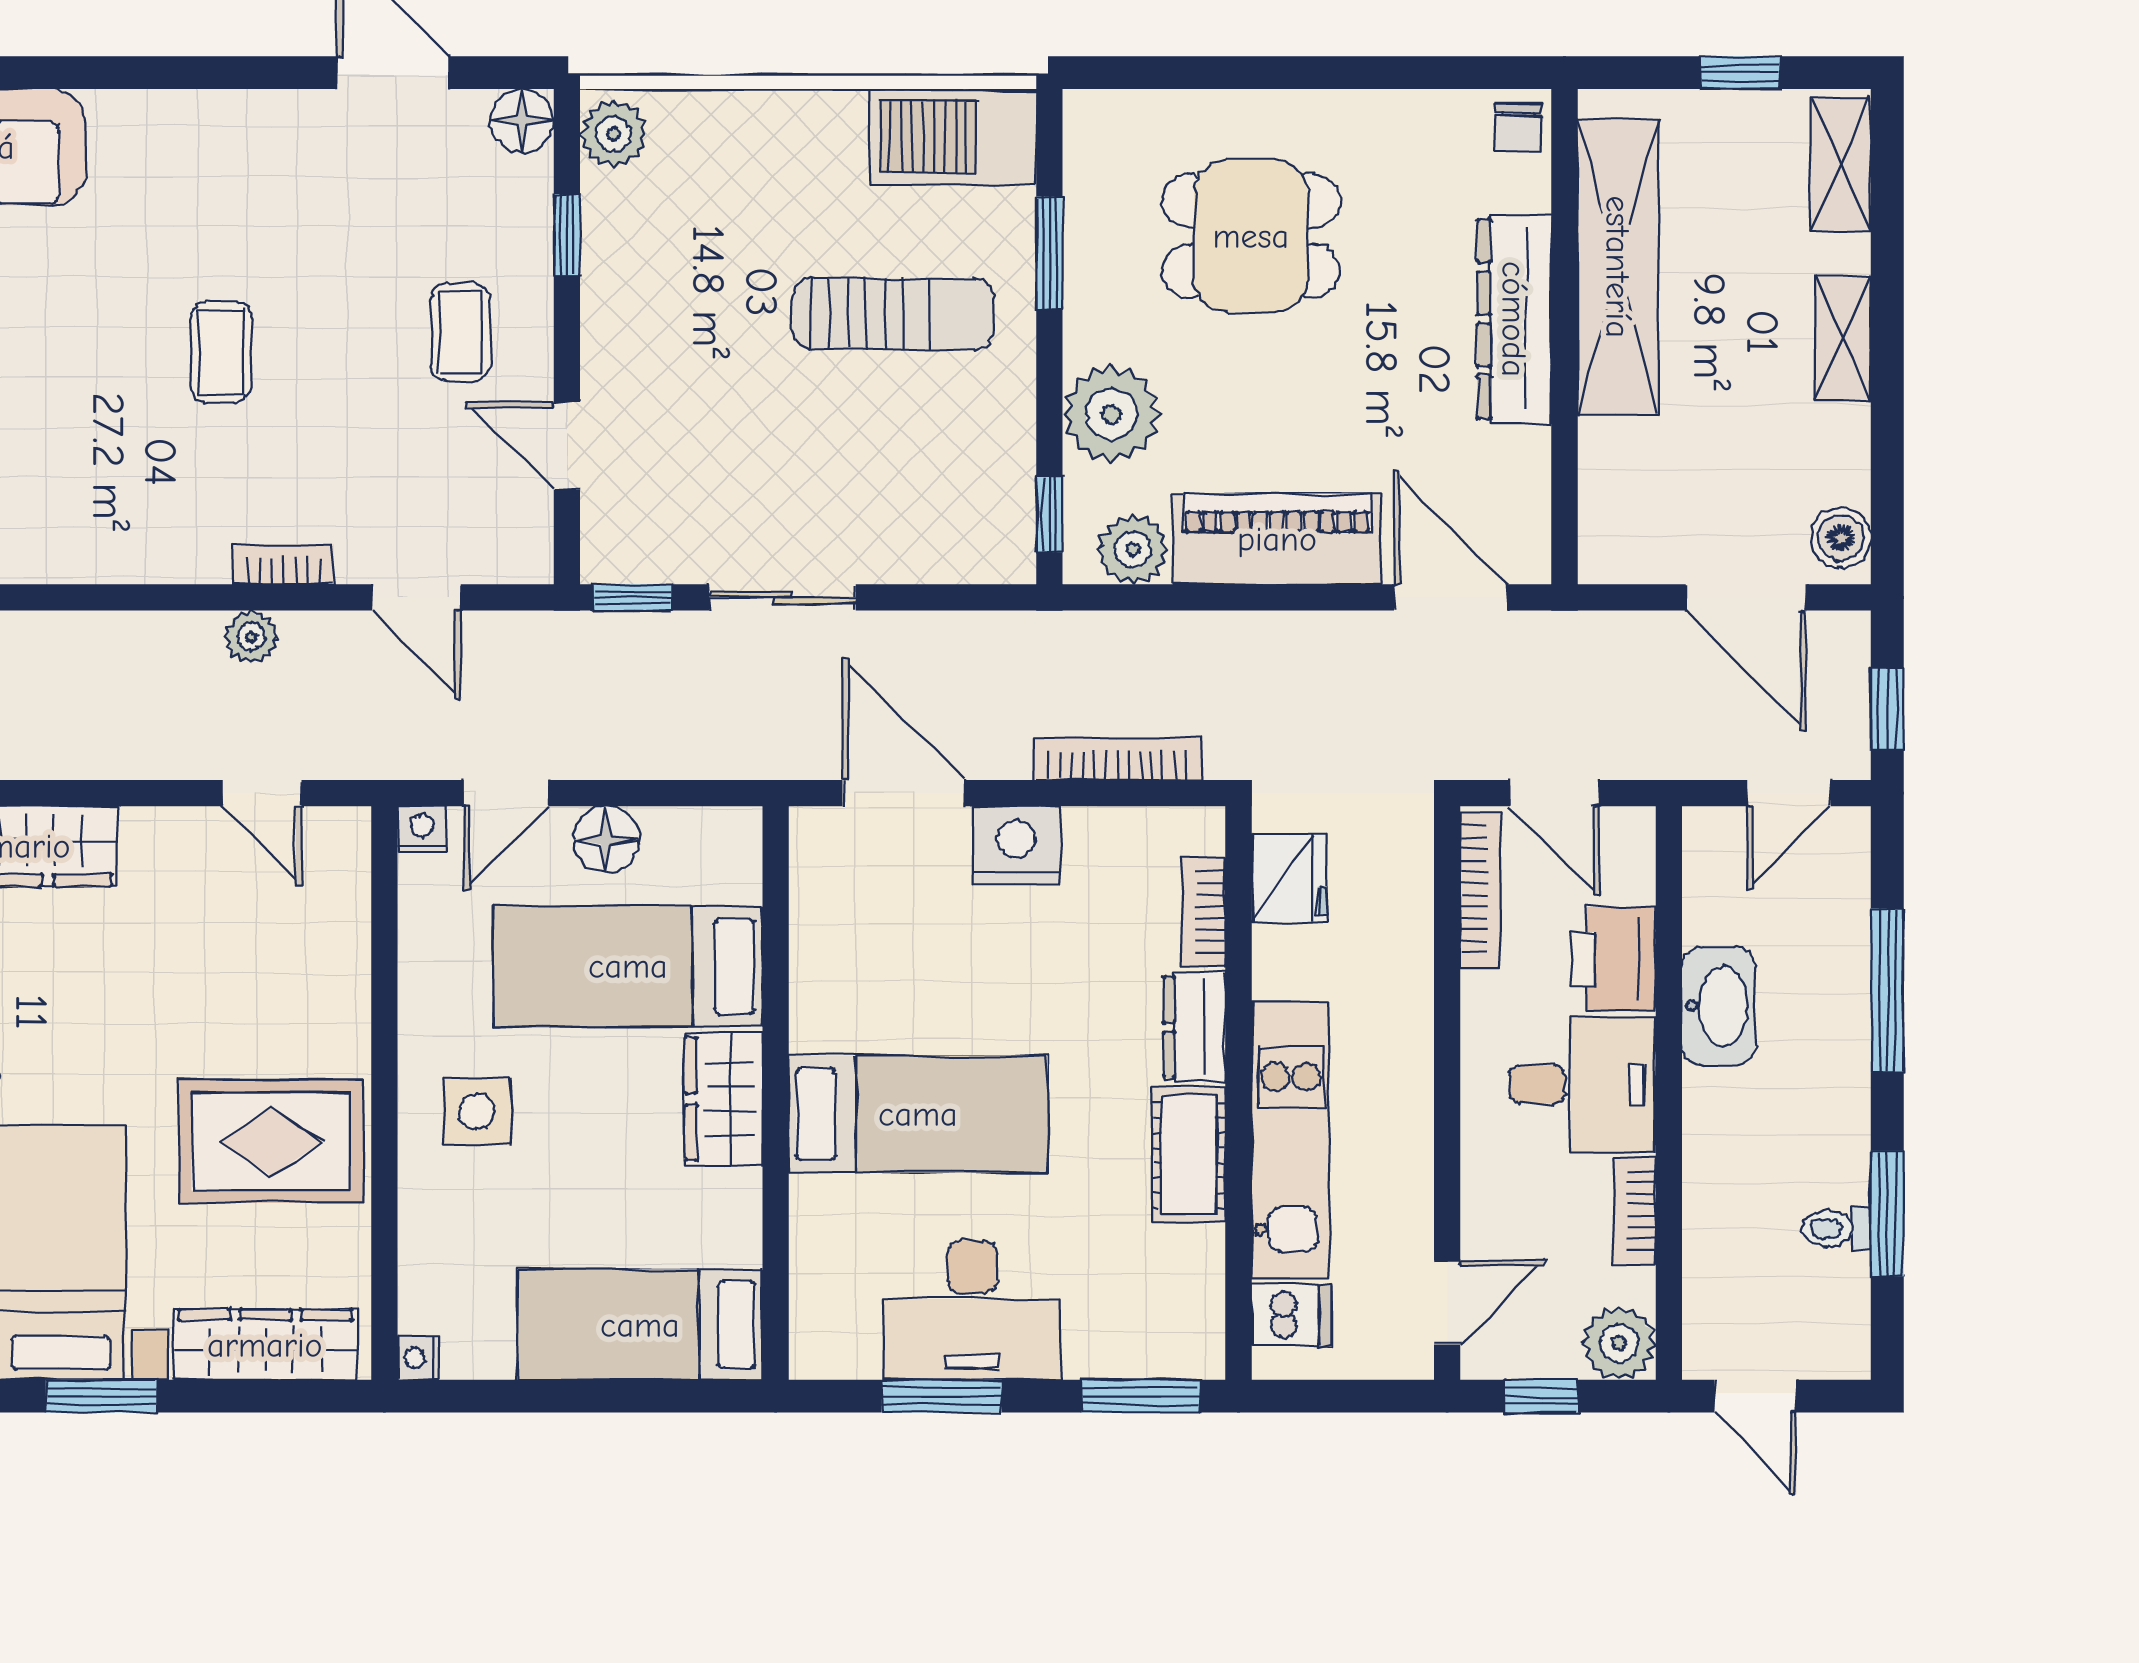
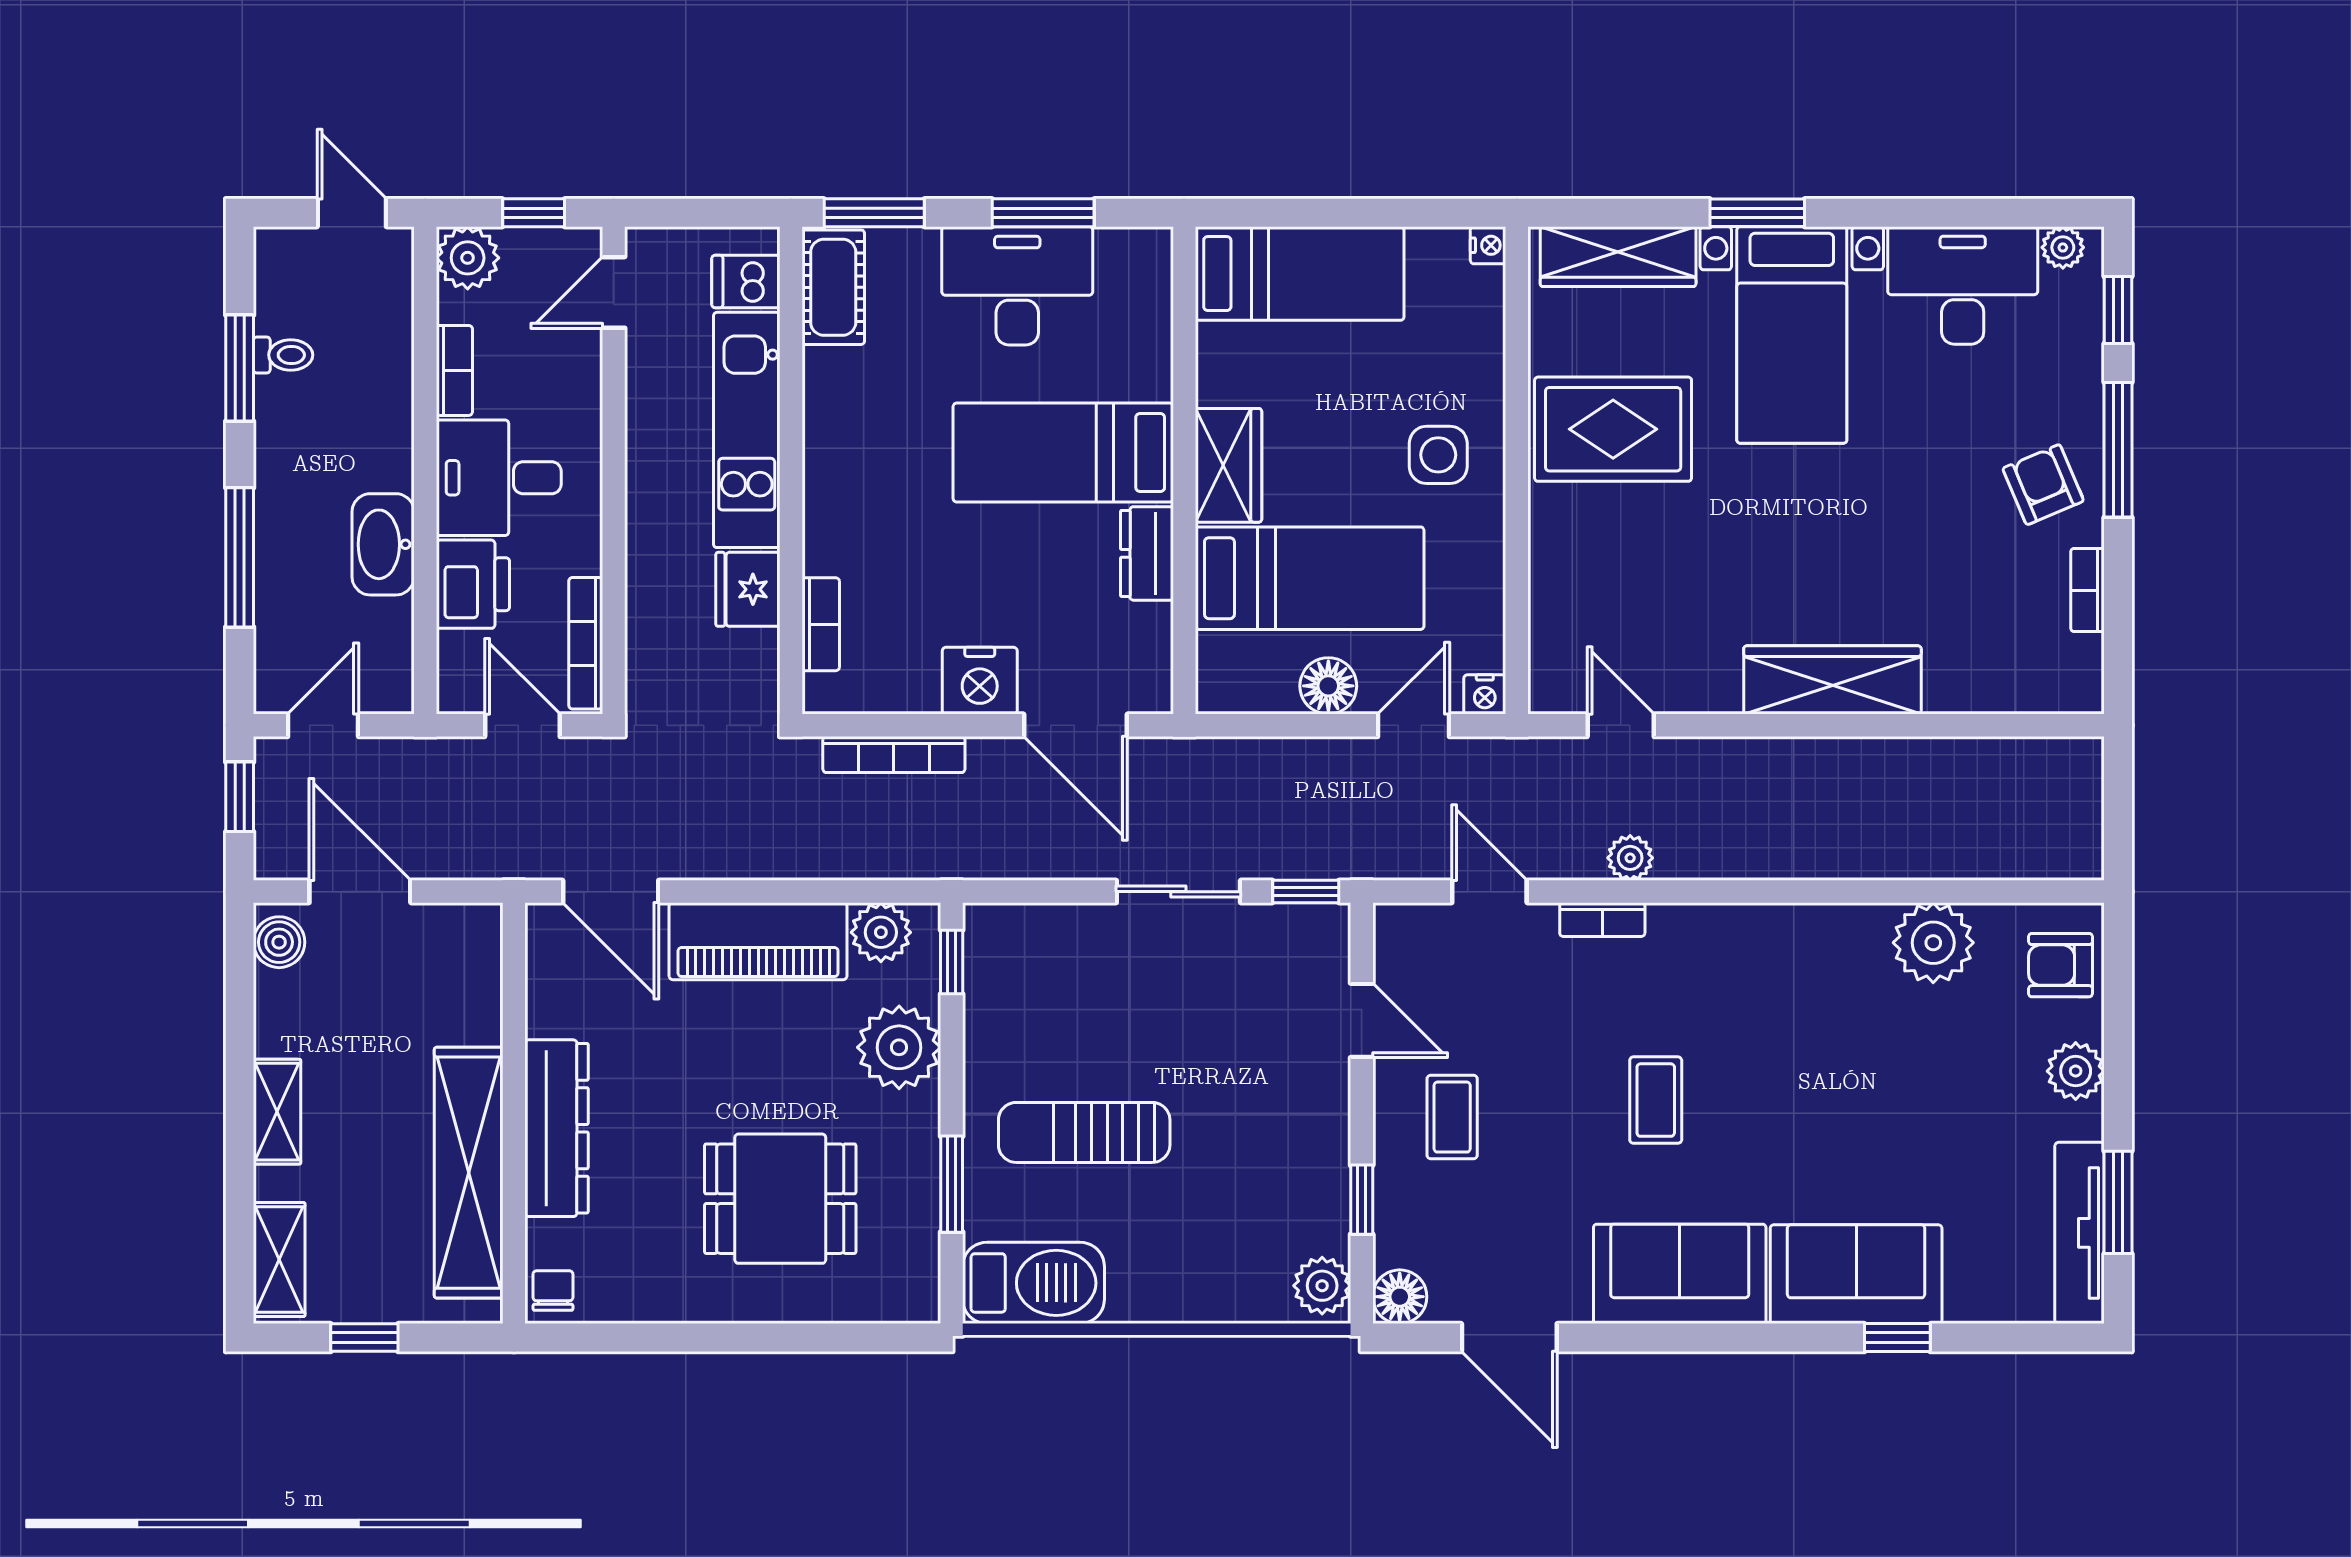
sofa: (193, 148) -> (1680, 1274), added
fridge: (1289, 878) -> (748, 589), moved
dresser: (1194, 1027) -> (1147, 553), moved, turned 180
cot: (1189, 1155) -> (833, 287), moved

